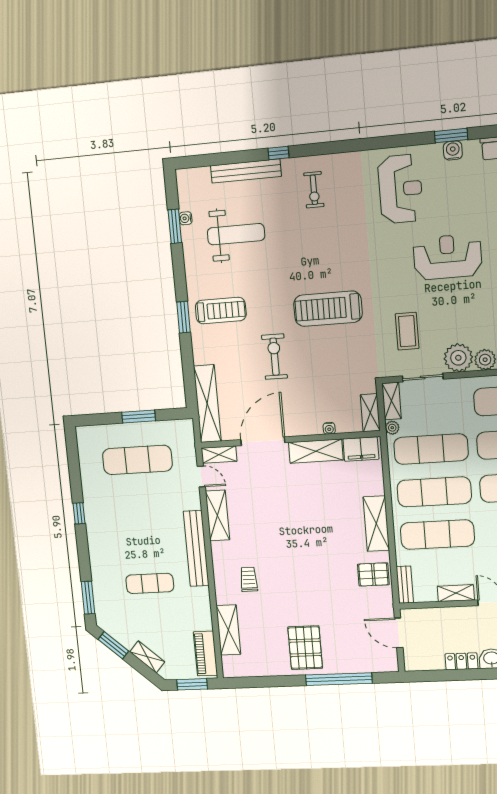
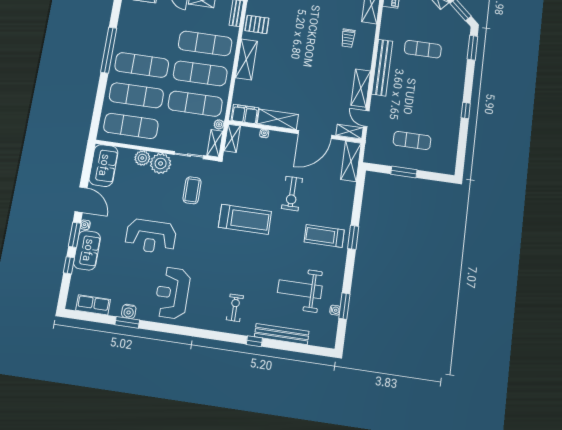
shelving: (207, 404) -> (351, 161), width x0.68
exercise mat: (137, 460) -> (412, 140), width x0.73, depth x0.69

